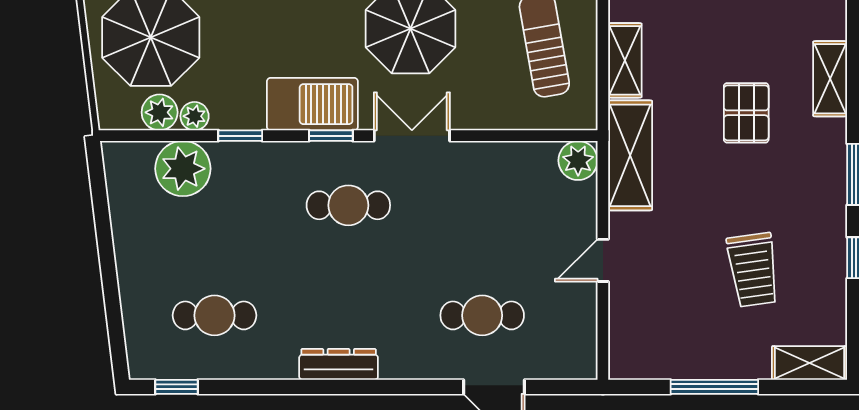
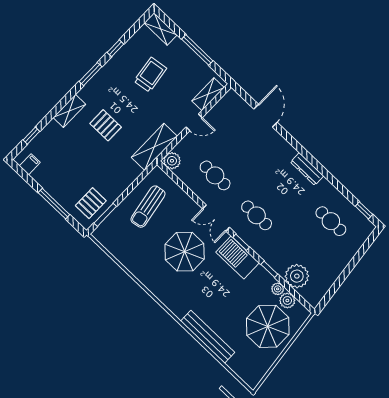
shelving: (625, 60) -> (208, 94), moved
pallet: (746, 113) -> (106, 125), turned 90
cafe table: (482, 315) -> (215, 175), moved

